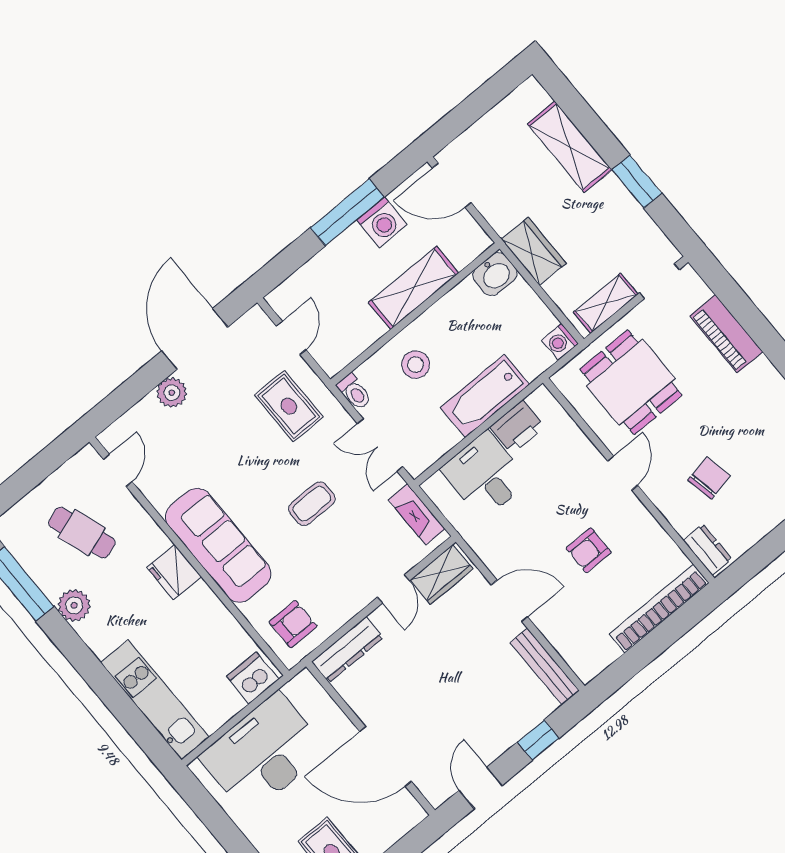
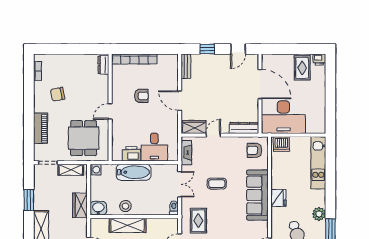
stool: (416, 365) -> (125, 206), moved
chair: (709, 478) -> (58, 94), moved
bench: (545, 667) -> (186, 66), width x0.73
desk: (263, 753) -> (283, 117), moved

